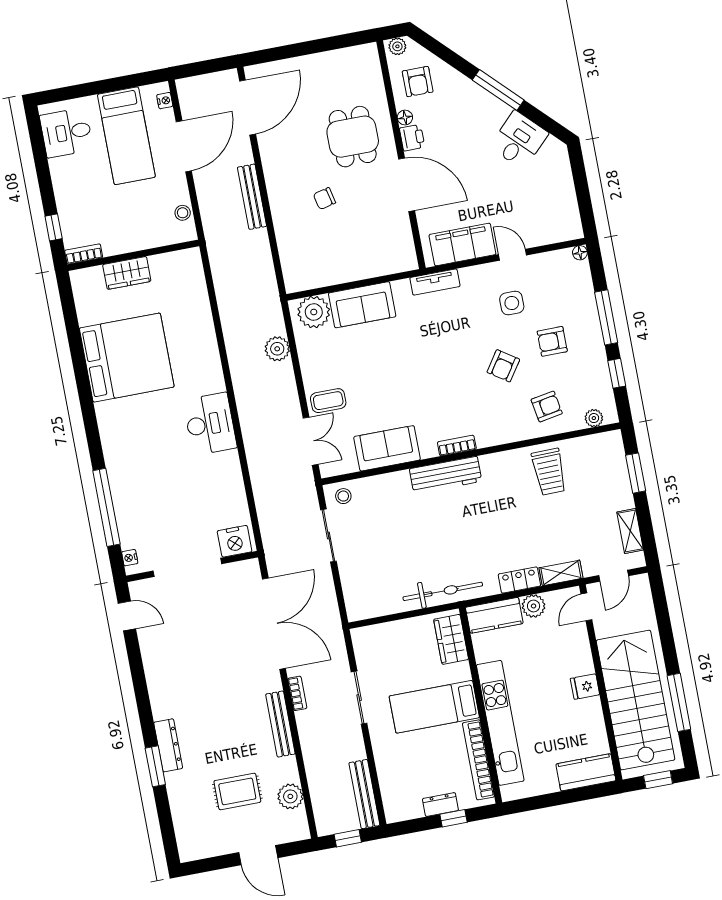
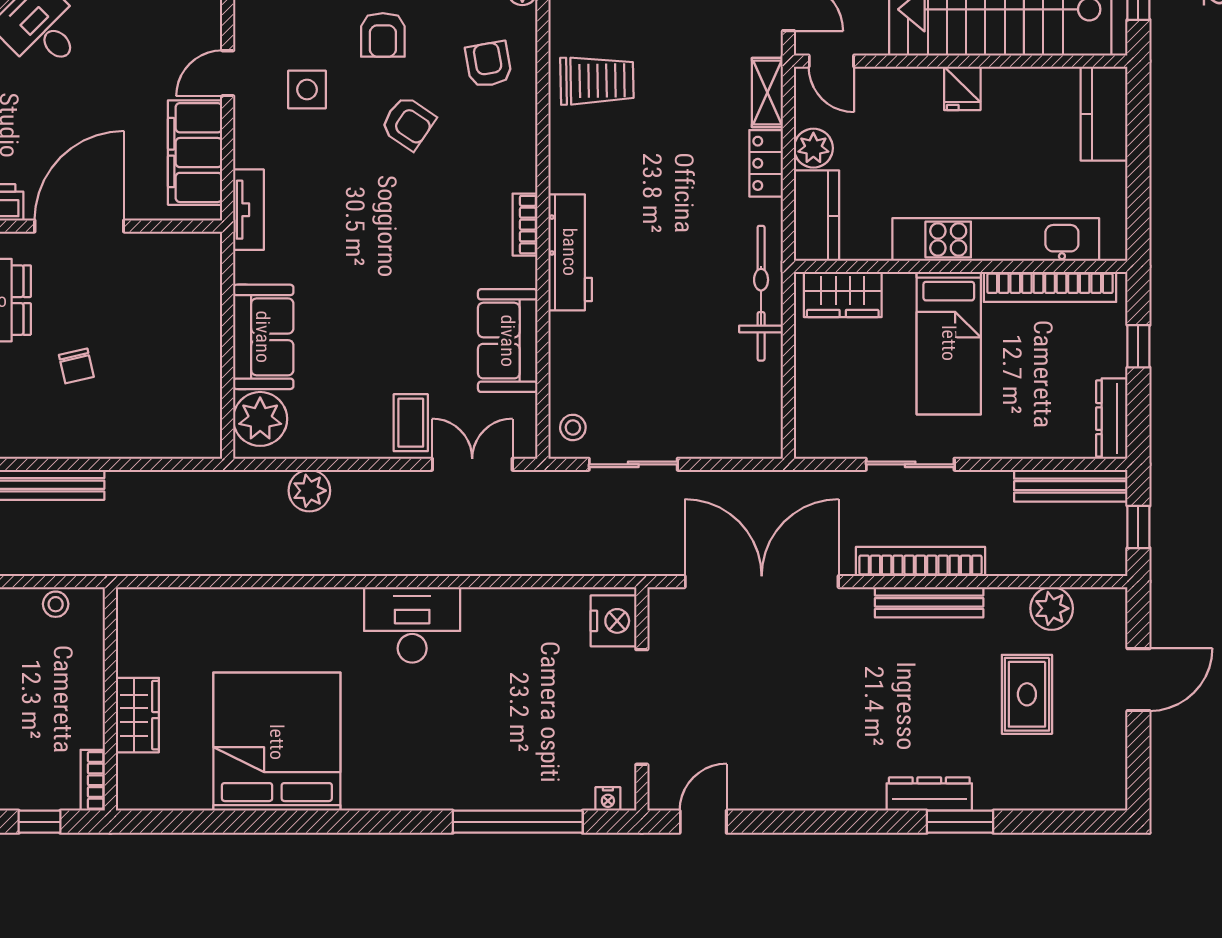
bookcase: (297, 693) -> (920, 561), width x2.31, depth x1.31
dresser: (440, 805) -> (1112, 419), moved, width x1.44

